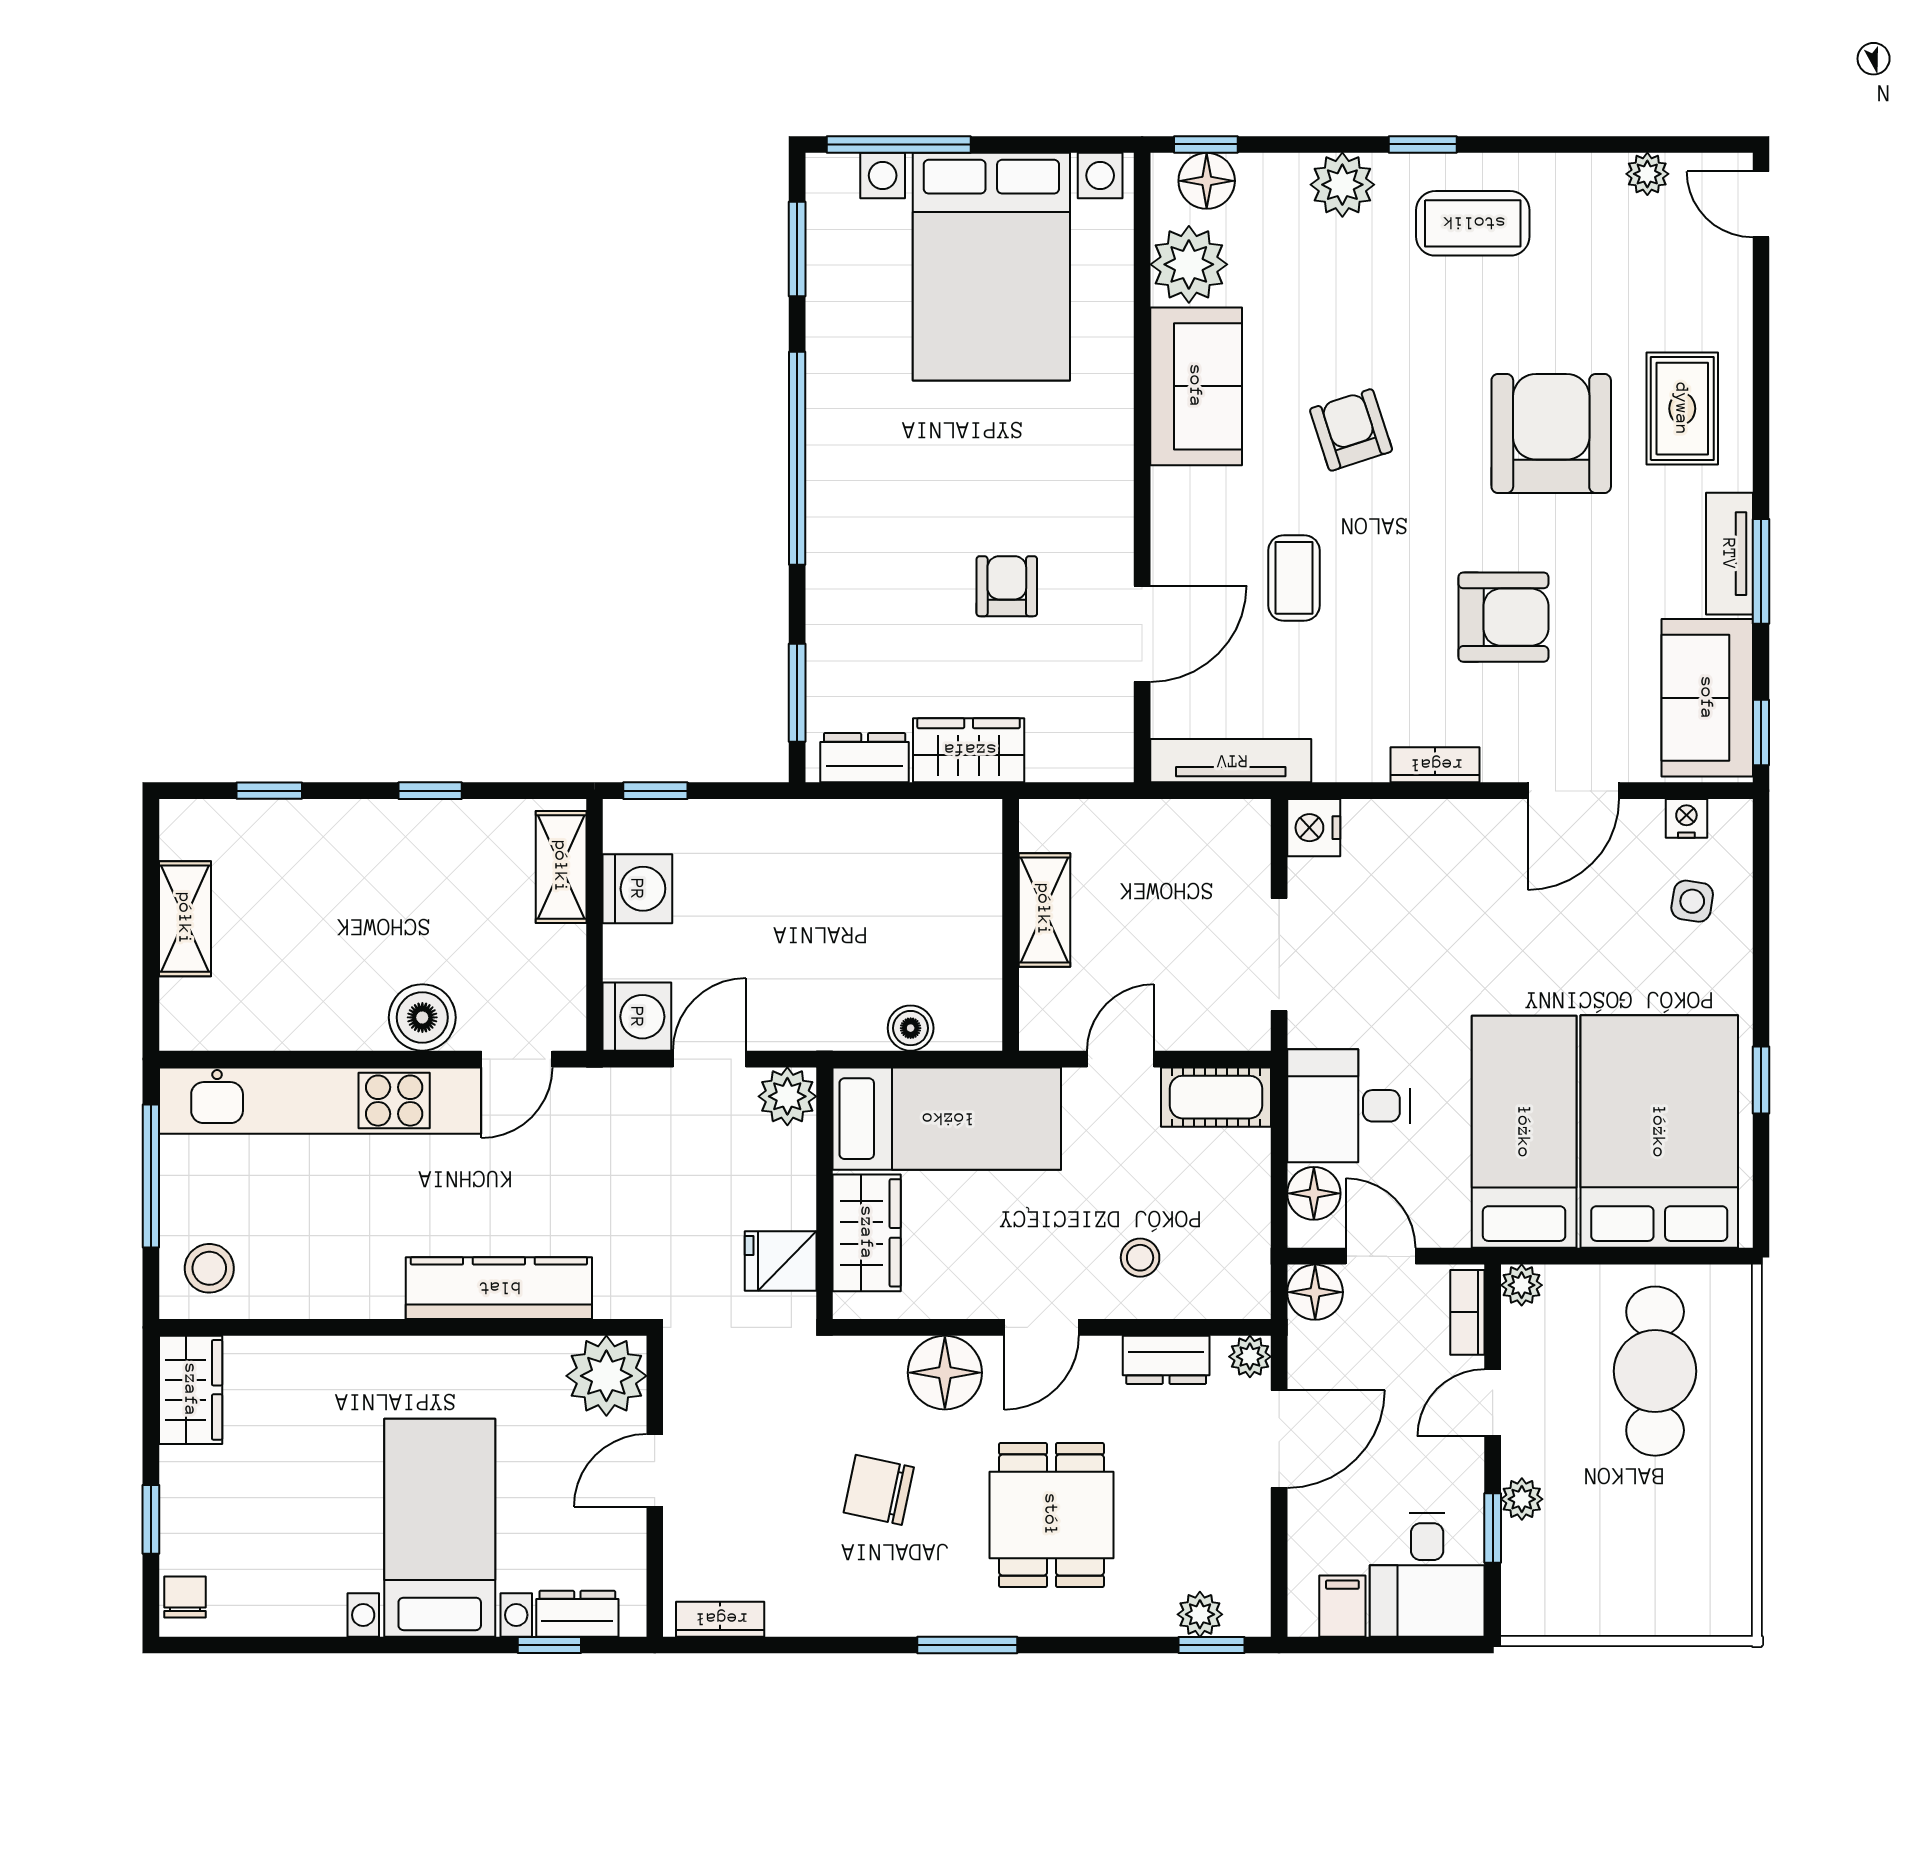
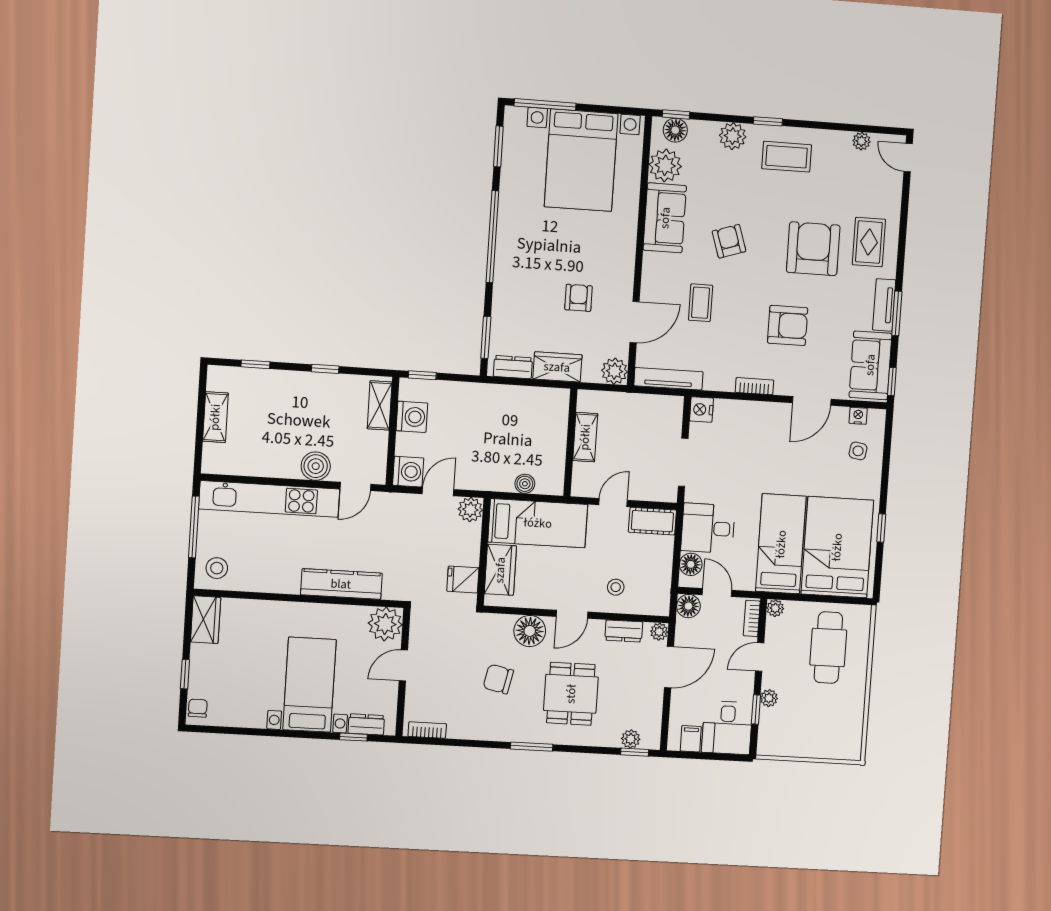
plant: (1103, 751) -> (615, 371), added

